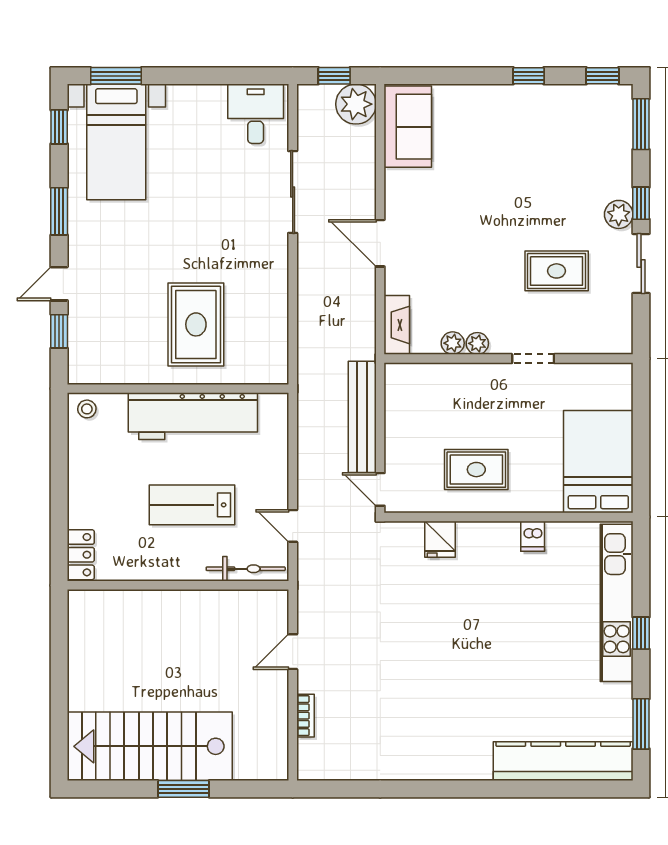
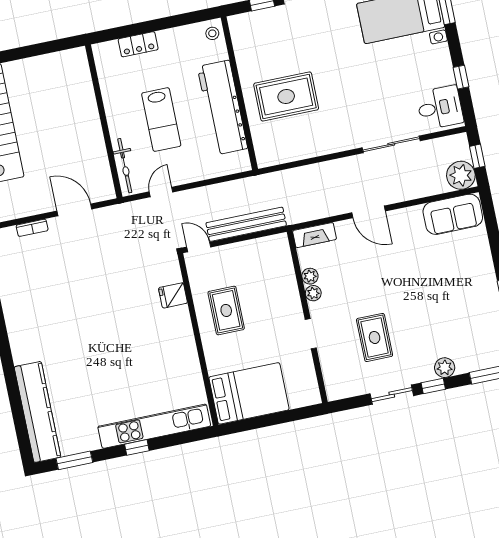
window: (219, 76) -> (461, 77), added
plant: (619, 214) -> (445, 368), moved
door: (380, 243) -> (368, 212), swing flipped
door: (380, 489) -> (199, 247), hinge flipped
lab bench: (192, 505) -> (161, 120), turned 180
dishwasher: (533, 536) -> (188, 359), removed
locker: (81, 555) -> (138, 44), moved
door: (293, 652) -> (74, 210), width x1.38

